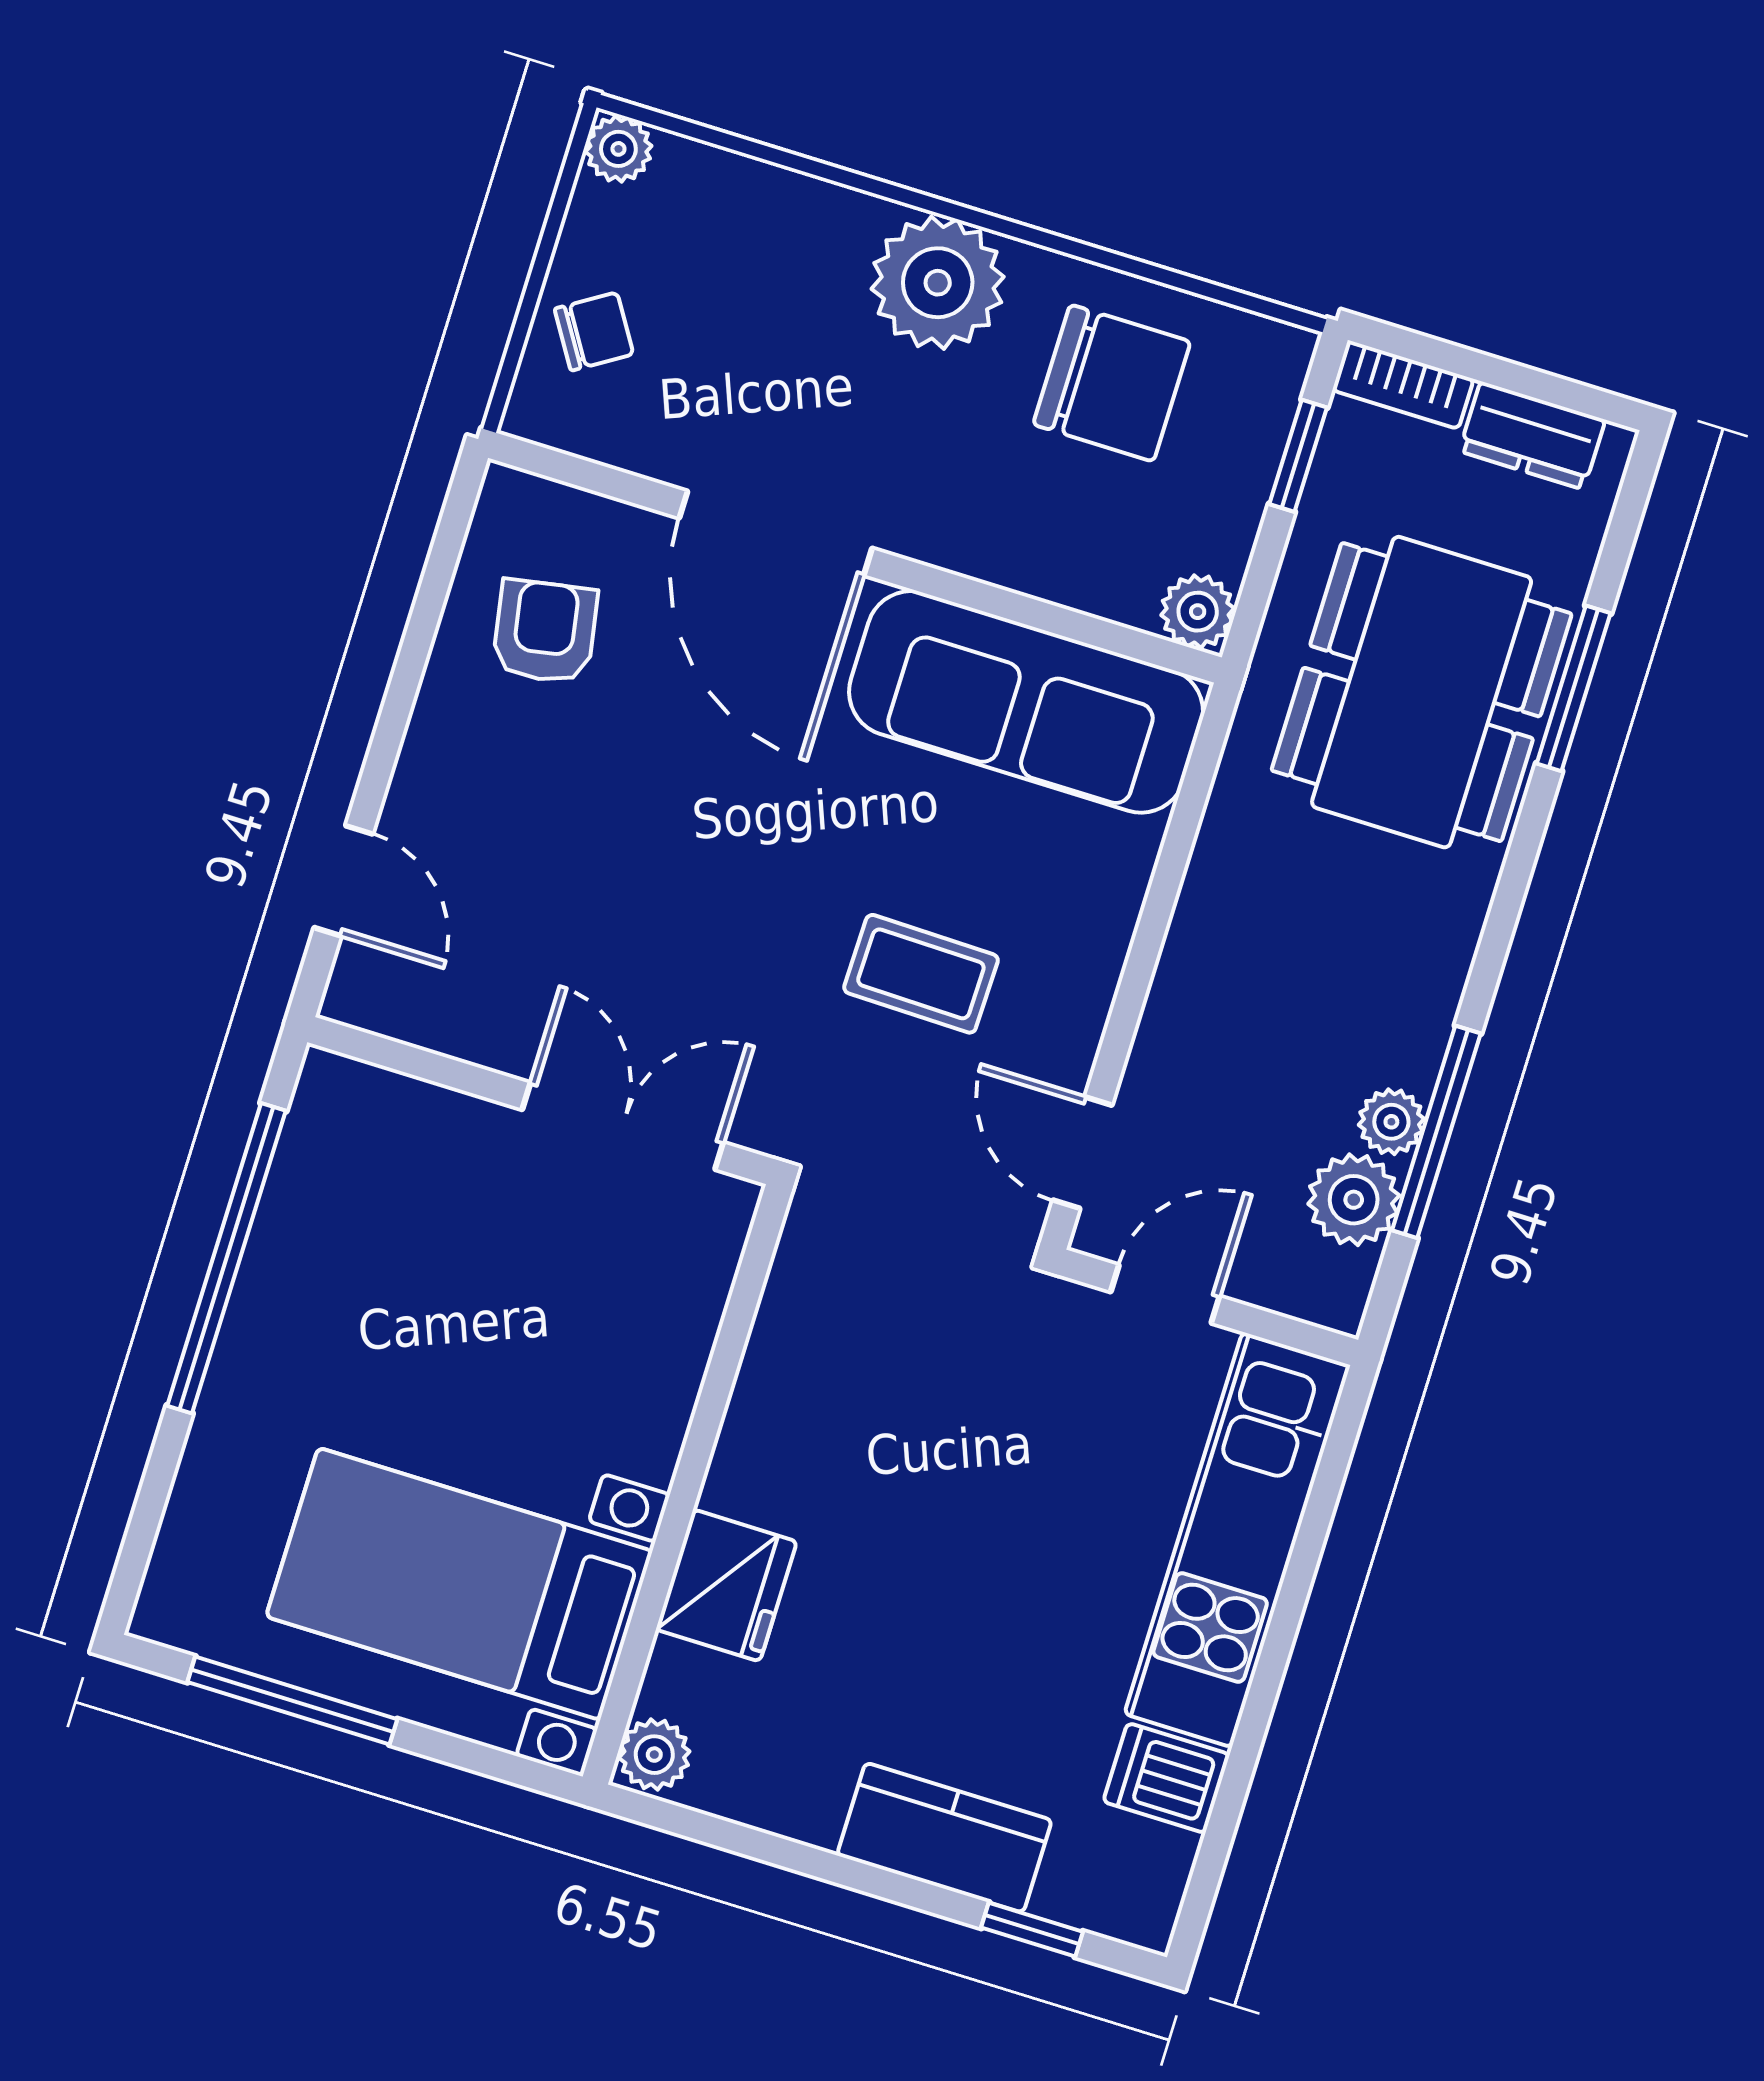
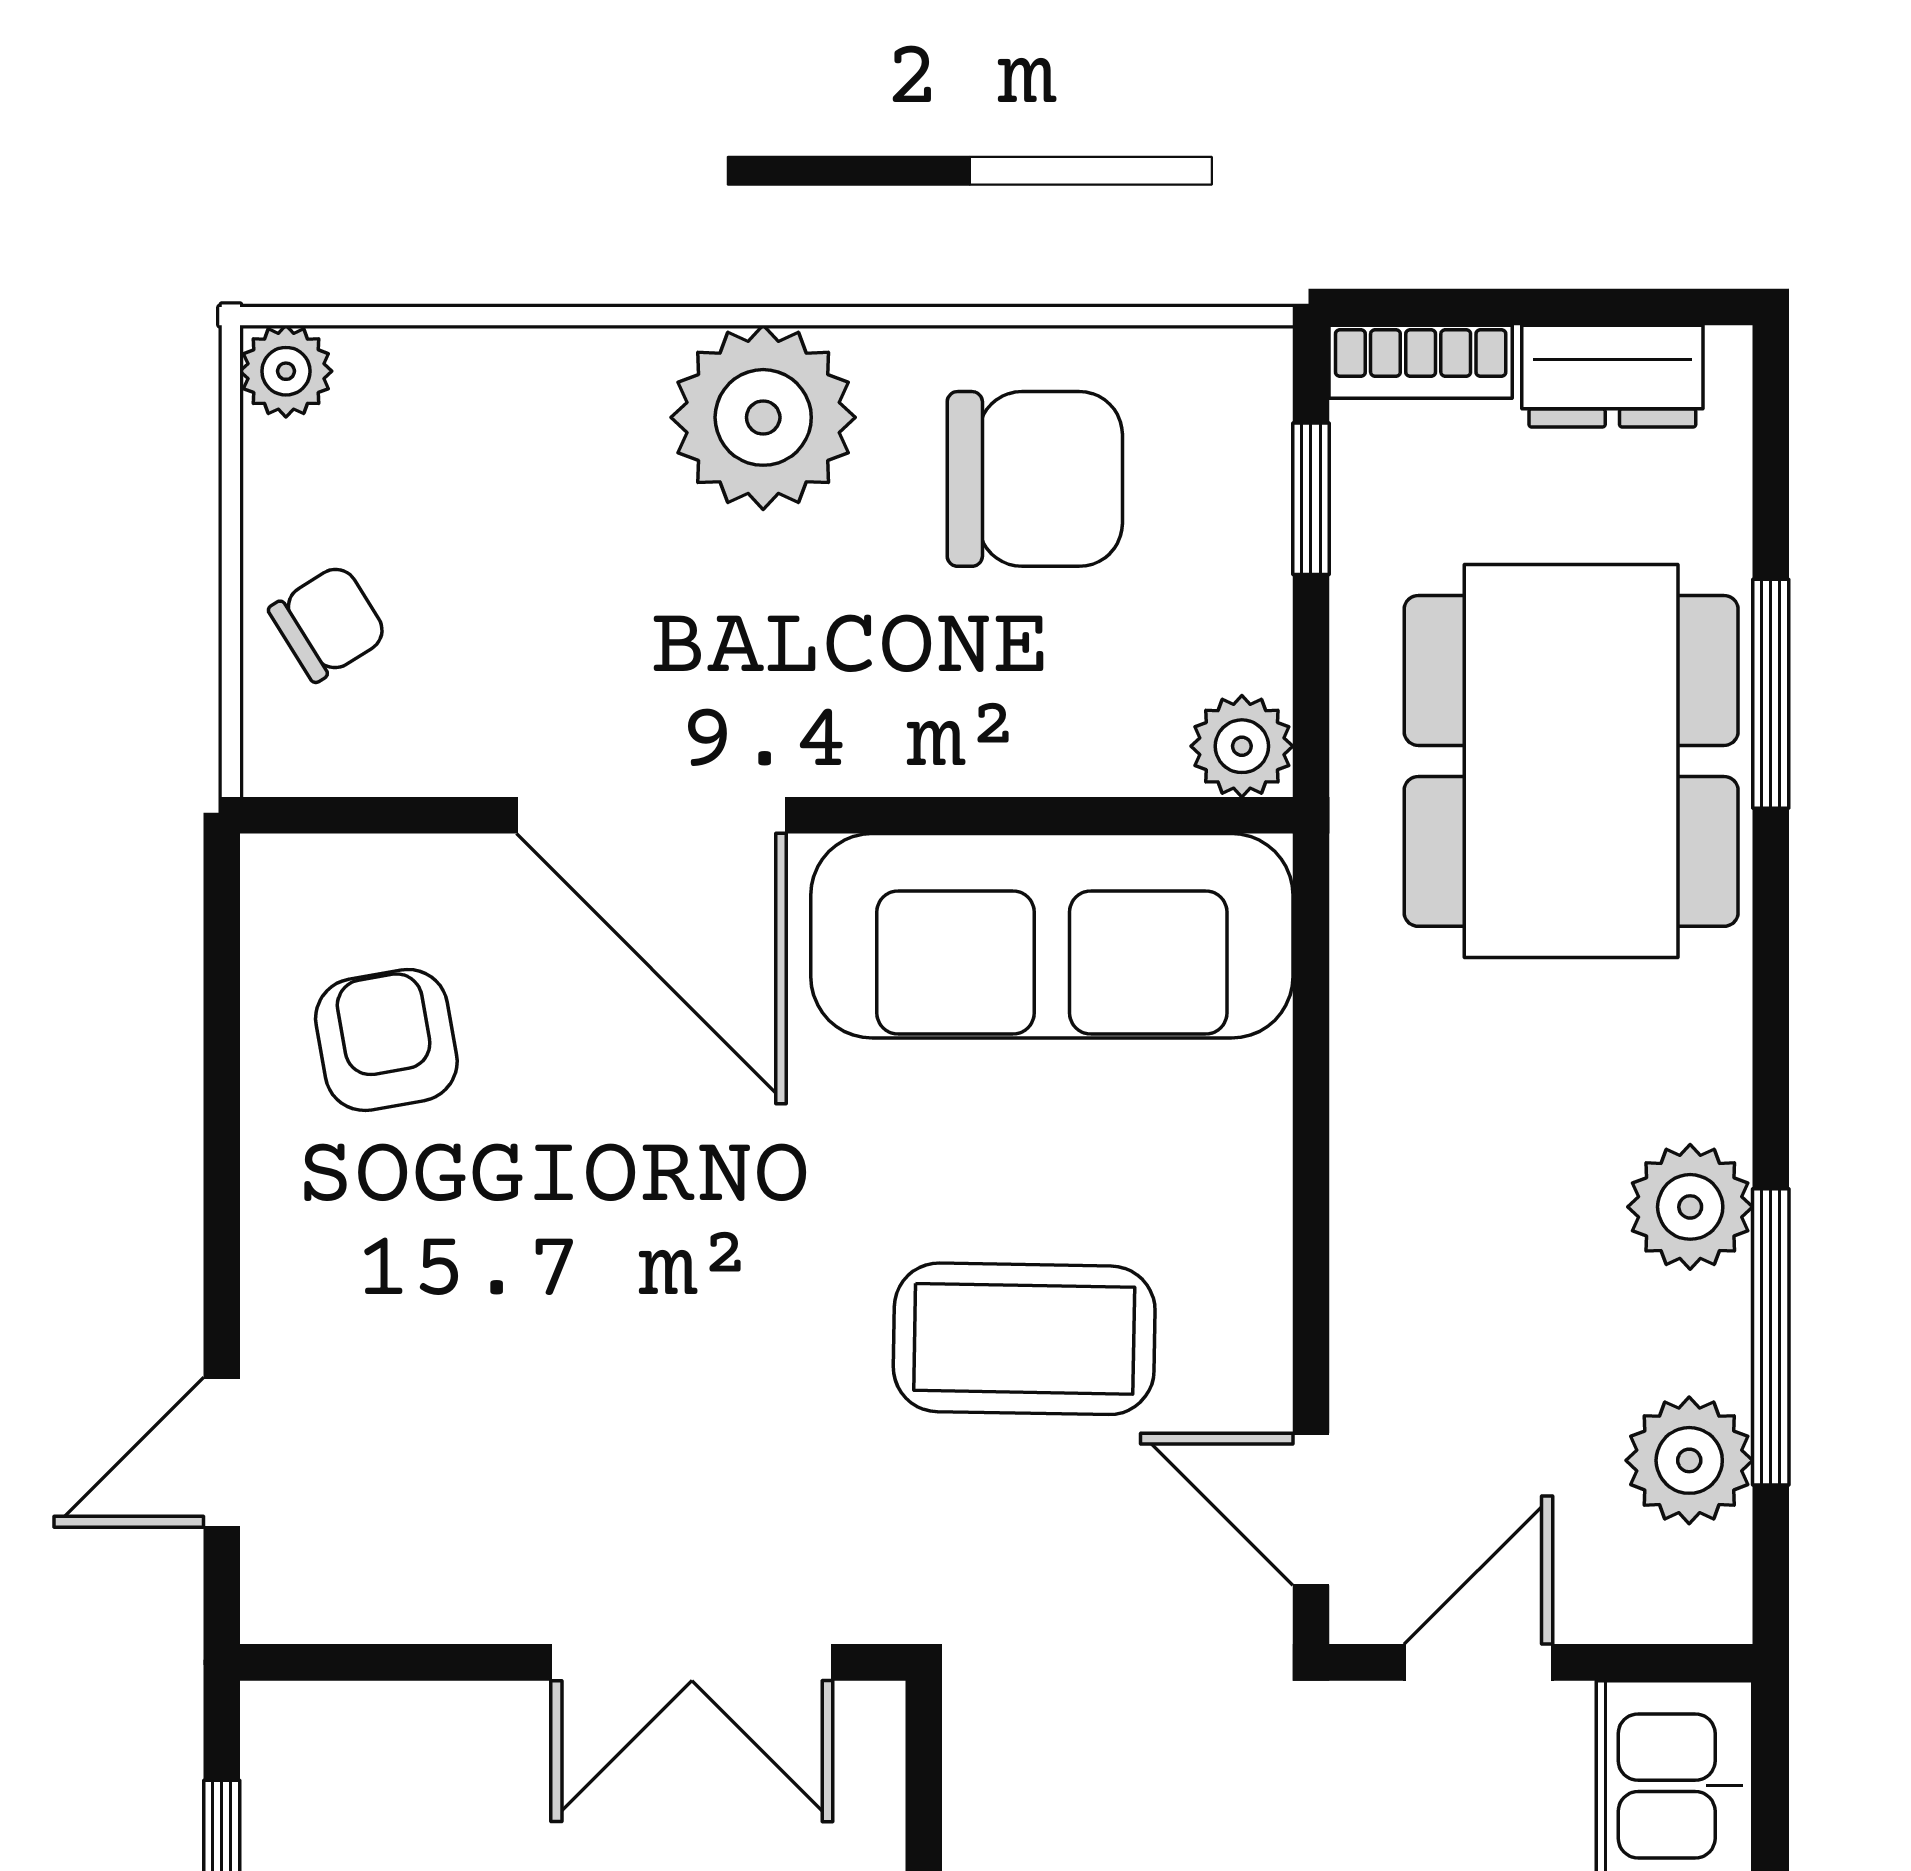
door: (343, 881) -> (222, 1452), swing flipped
coffee table: (921, 974) -> (1024, 1339), width x1.36, depth x1.30
plant: (1391, 1122) -> (1690, 1207), moved, width x1.38, depth x1.38
double door: (623, 1126) -> (692, 1662), swing flipped

